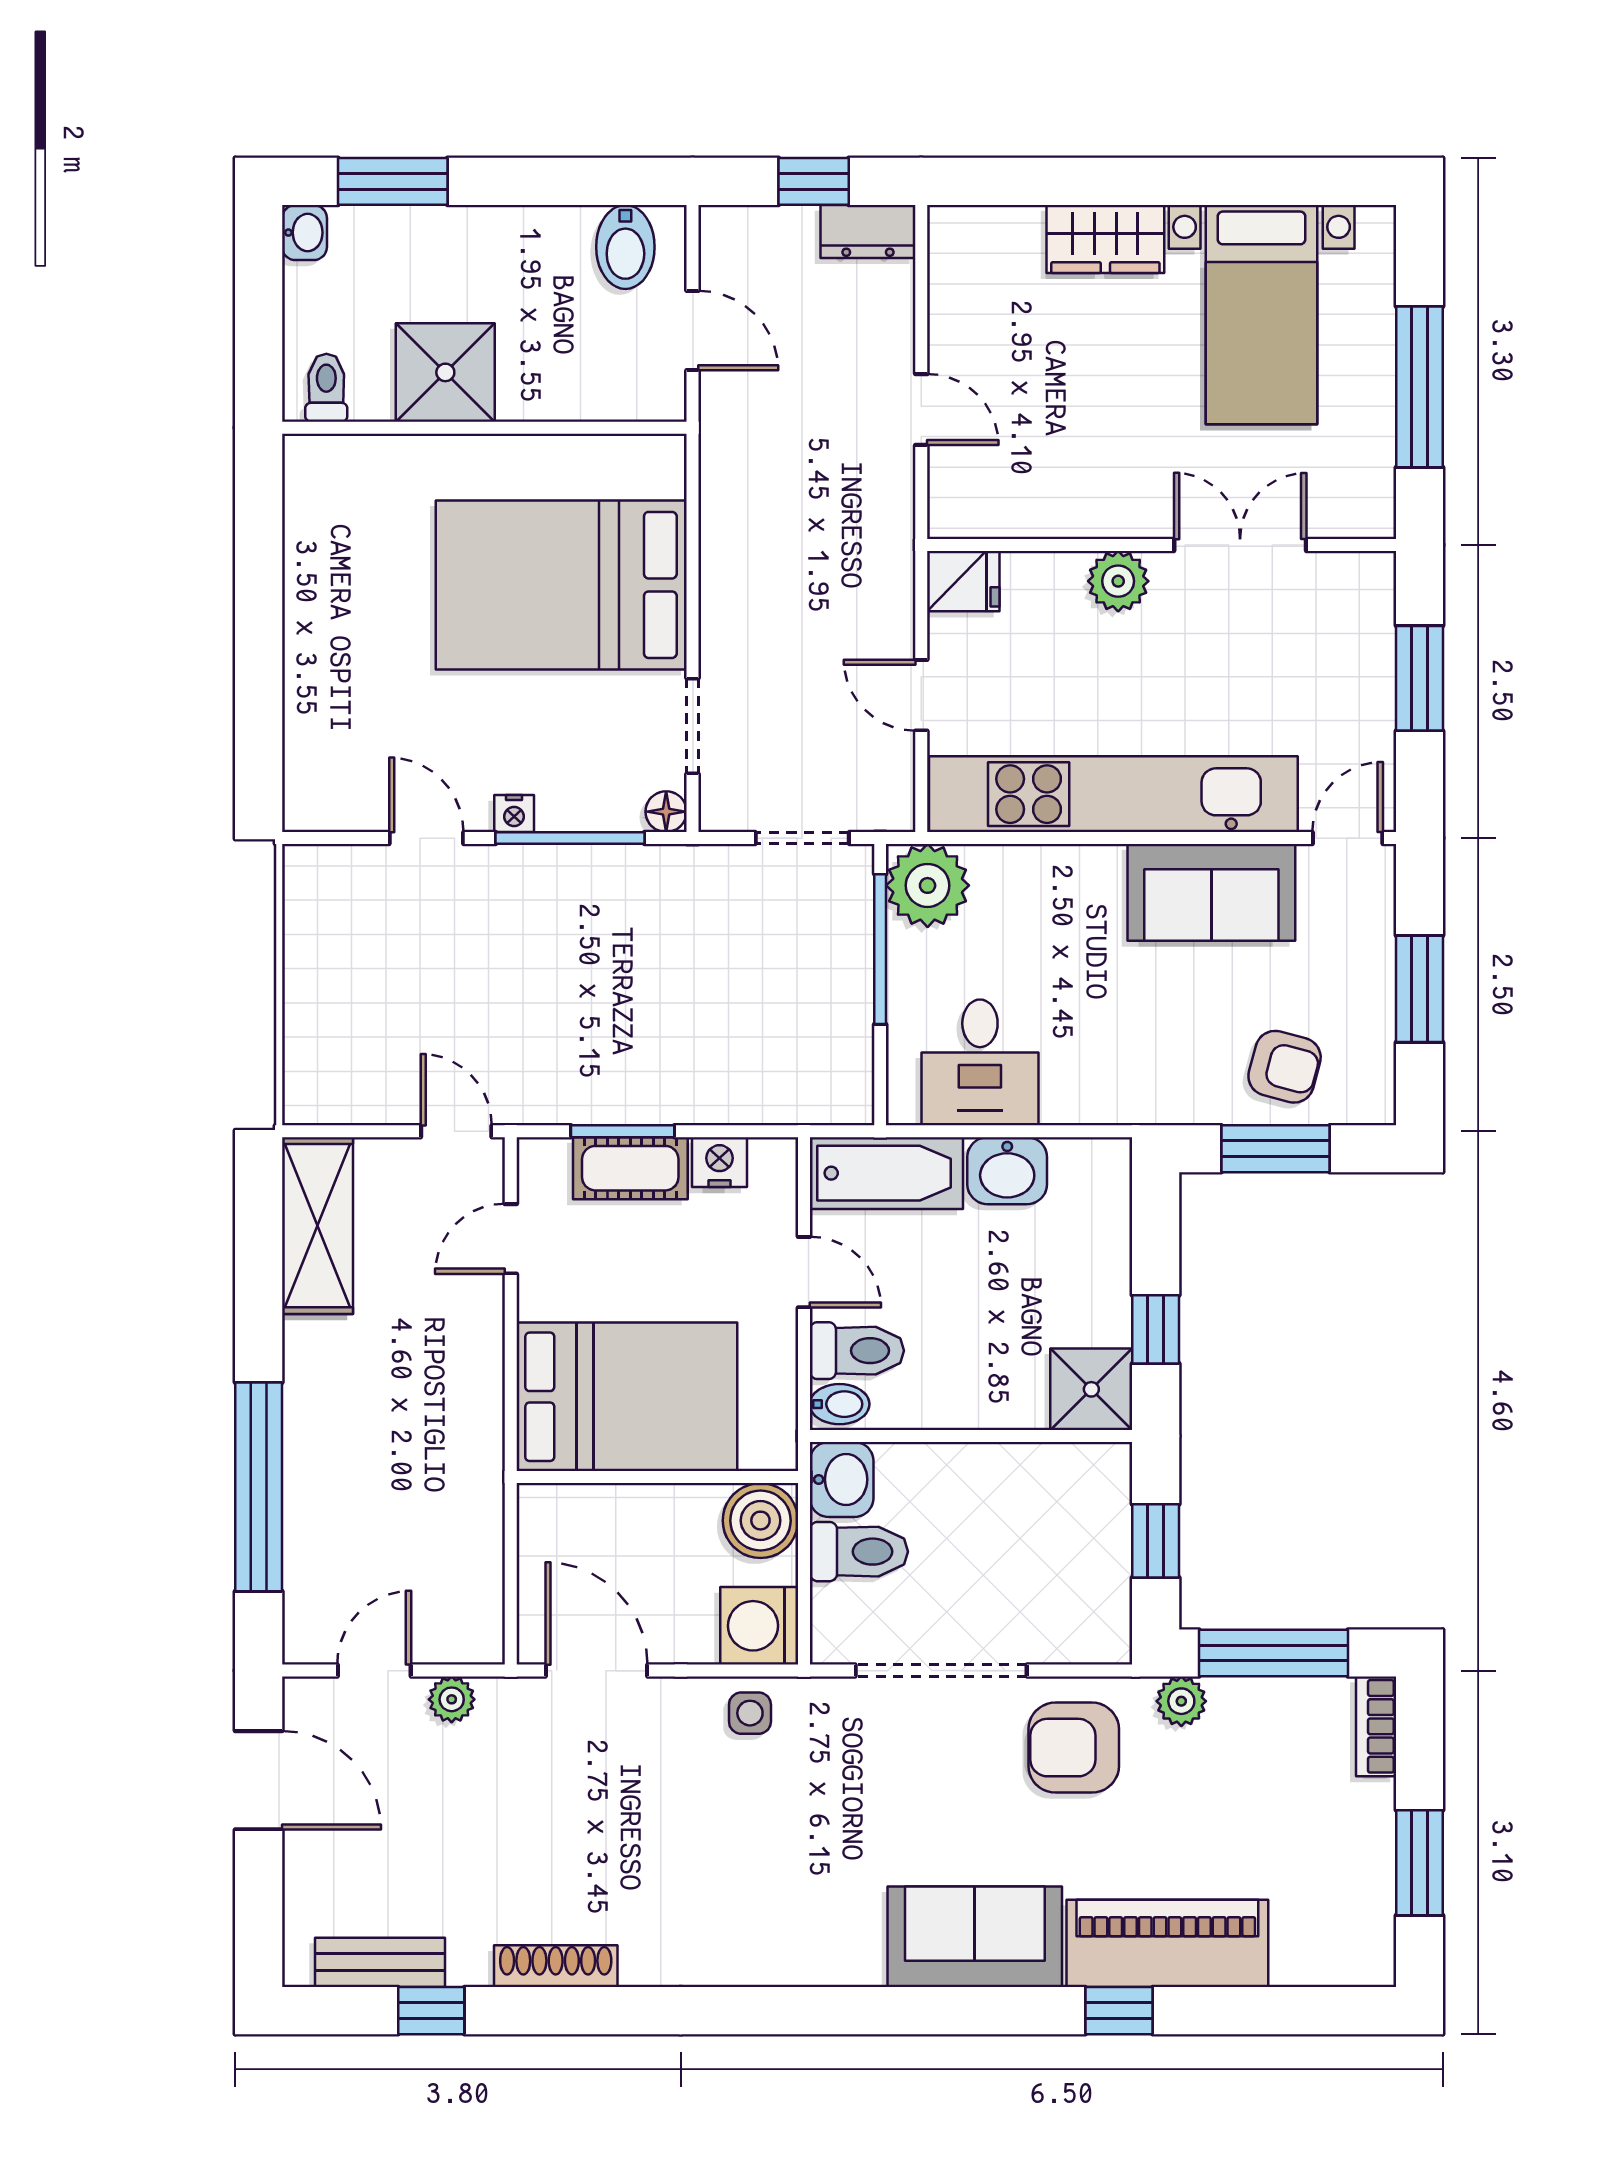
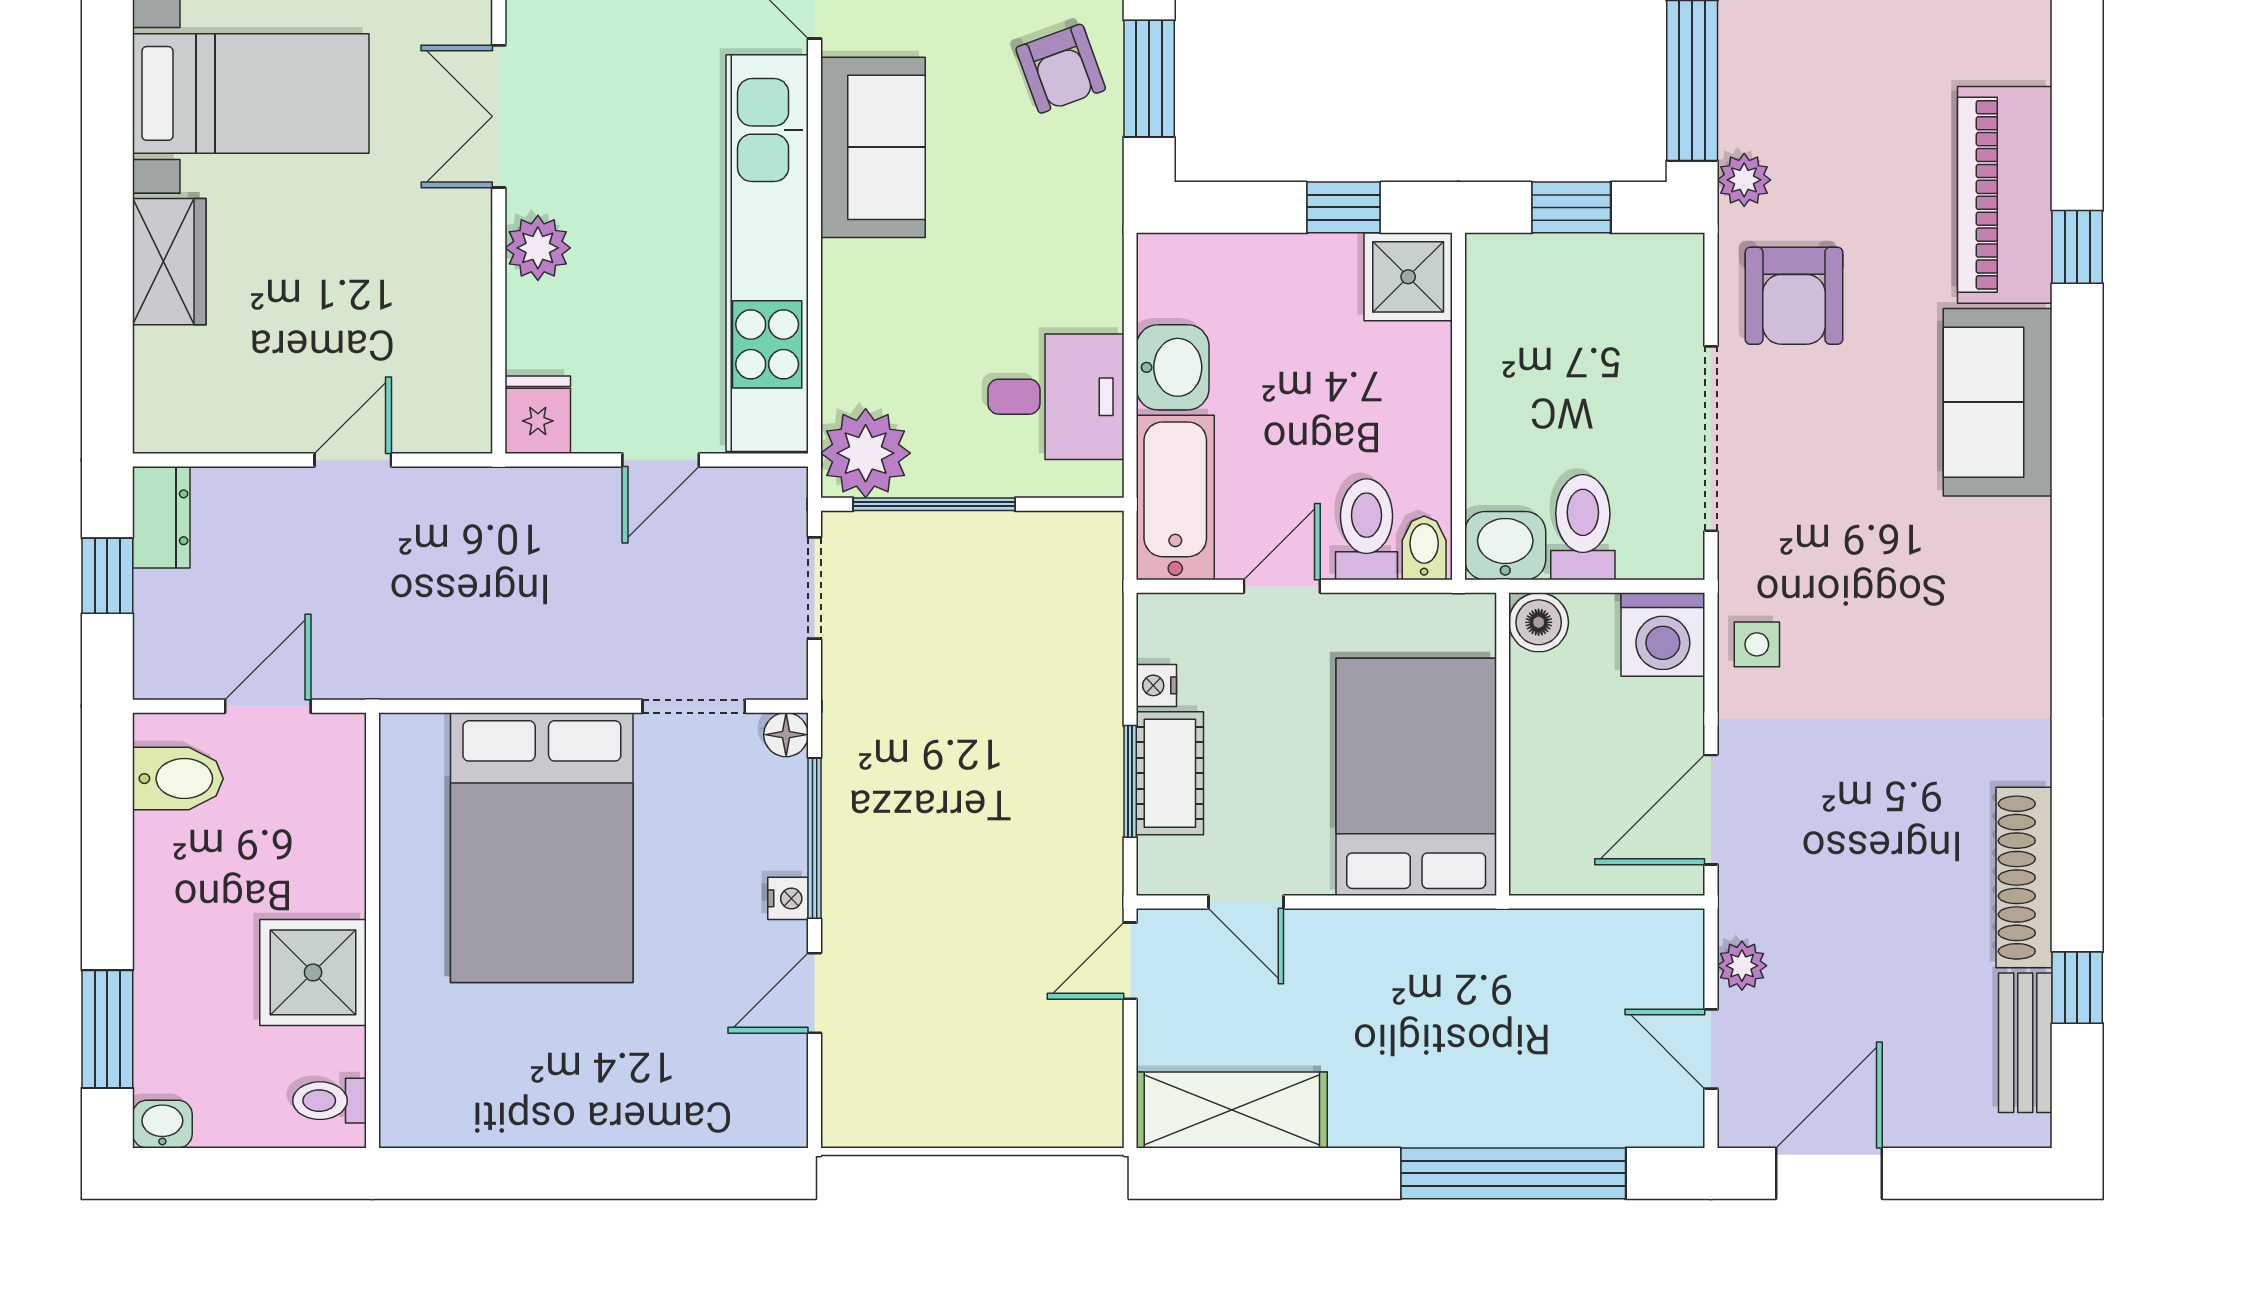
armchair: (1285, 1067) -> (1061, 69), turned 145
nightstand: (719, 1162) -> (1156, 685), width x0.72, depth x0.74
boiler: (760, 1521) -> (1539, 622), width x0.73, depth x0.73
shoe rack: (556, 1966) -> (2024, 878), width x1.36, depth x1.24

